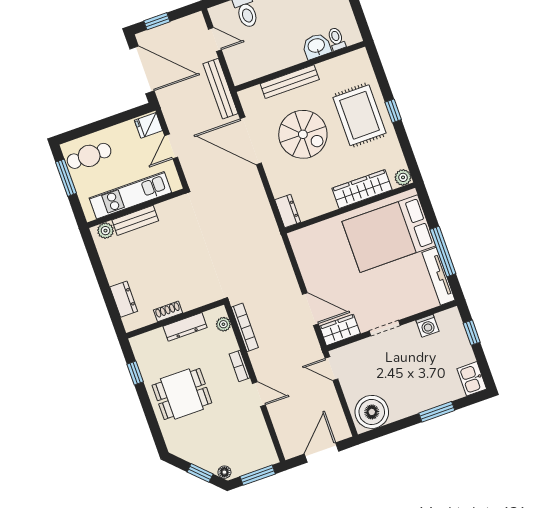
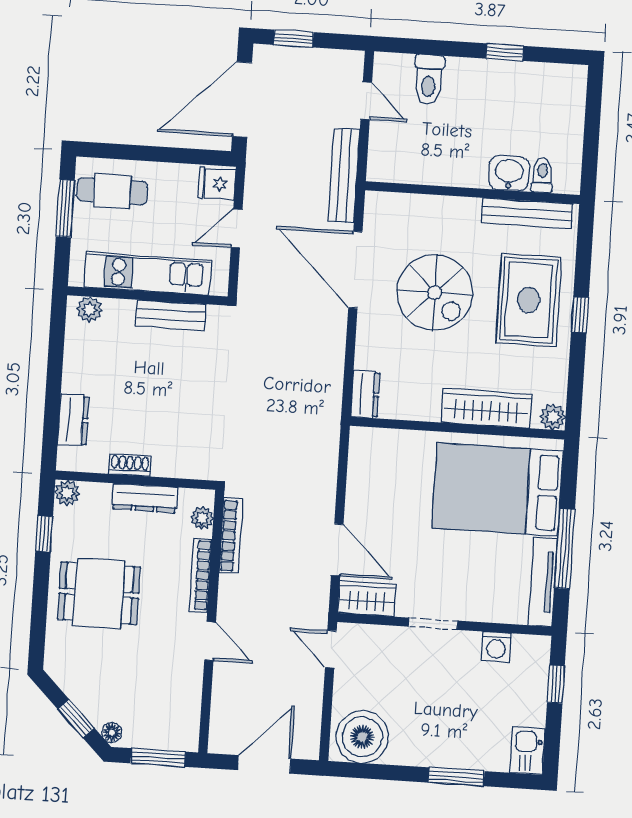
door: (142, 70) -> (242, 100), swing flipped
bench: (290, 82) -> (527, 213), moved
bench: (135, 220) -> (171, 315), moved
plant: (138, 343) -> (67, 493), added
bookcase: (240, 366) -> (200, 575), width x1.56

